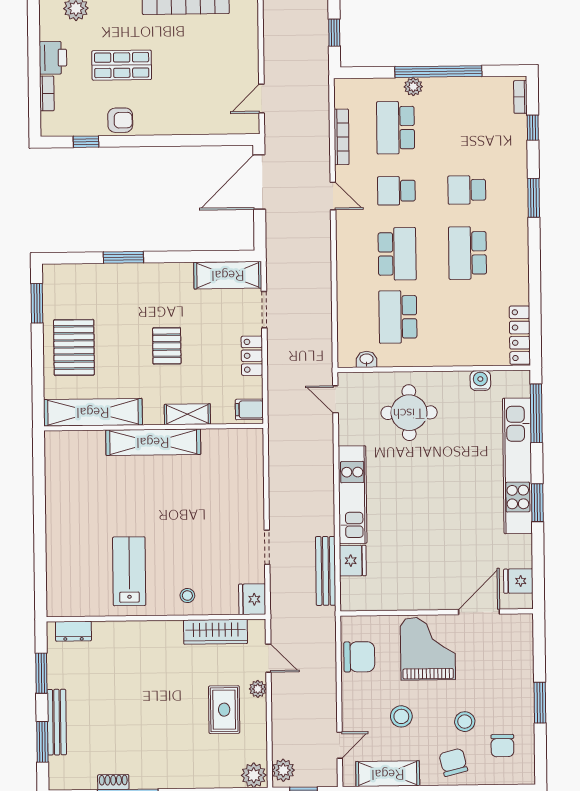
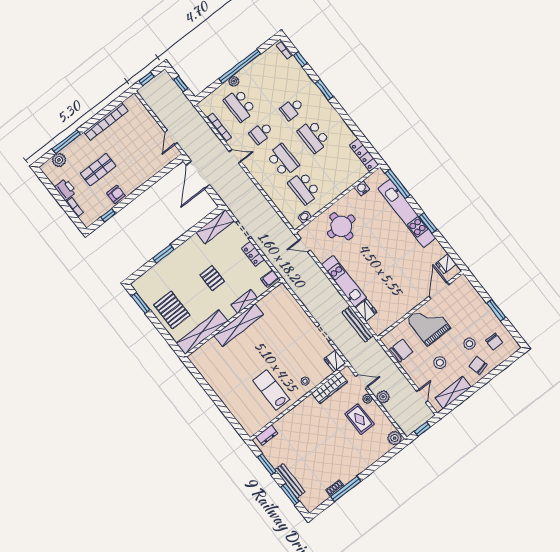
plant: (283, 770) -> (383, 397), moved

